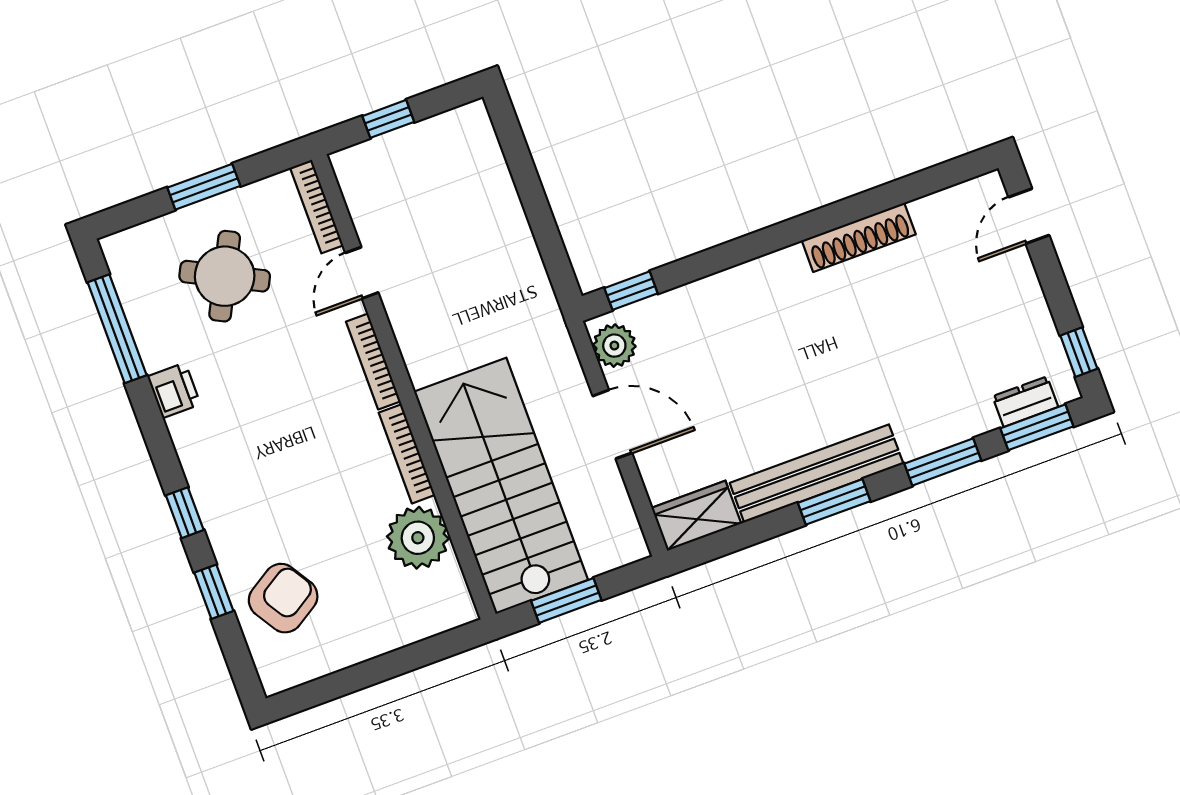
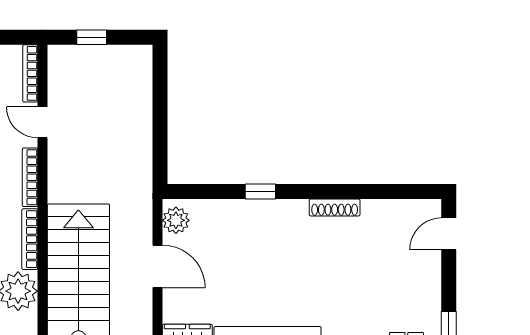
shoe rack: (859, 237) -> (335, 207), width x0.74, depth x0.81
door: (362, 273) -> (42, 122), hinge flipped
window: (631, 291) -> (260, 191), moved

